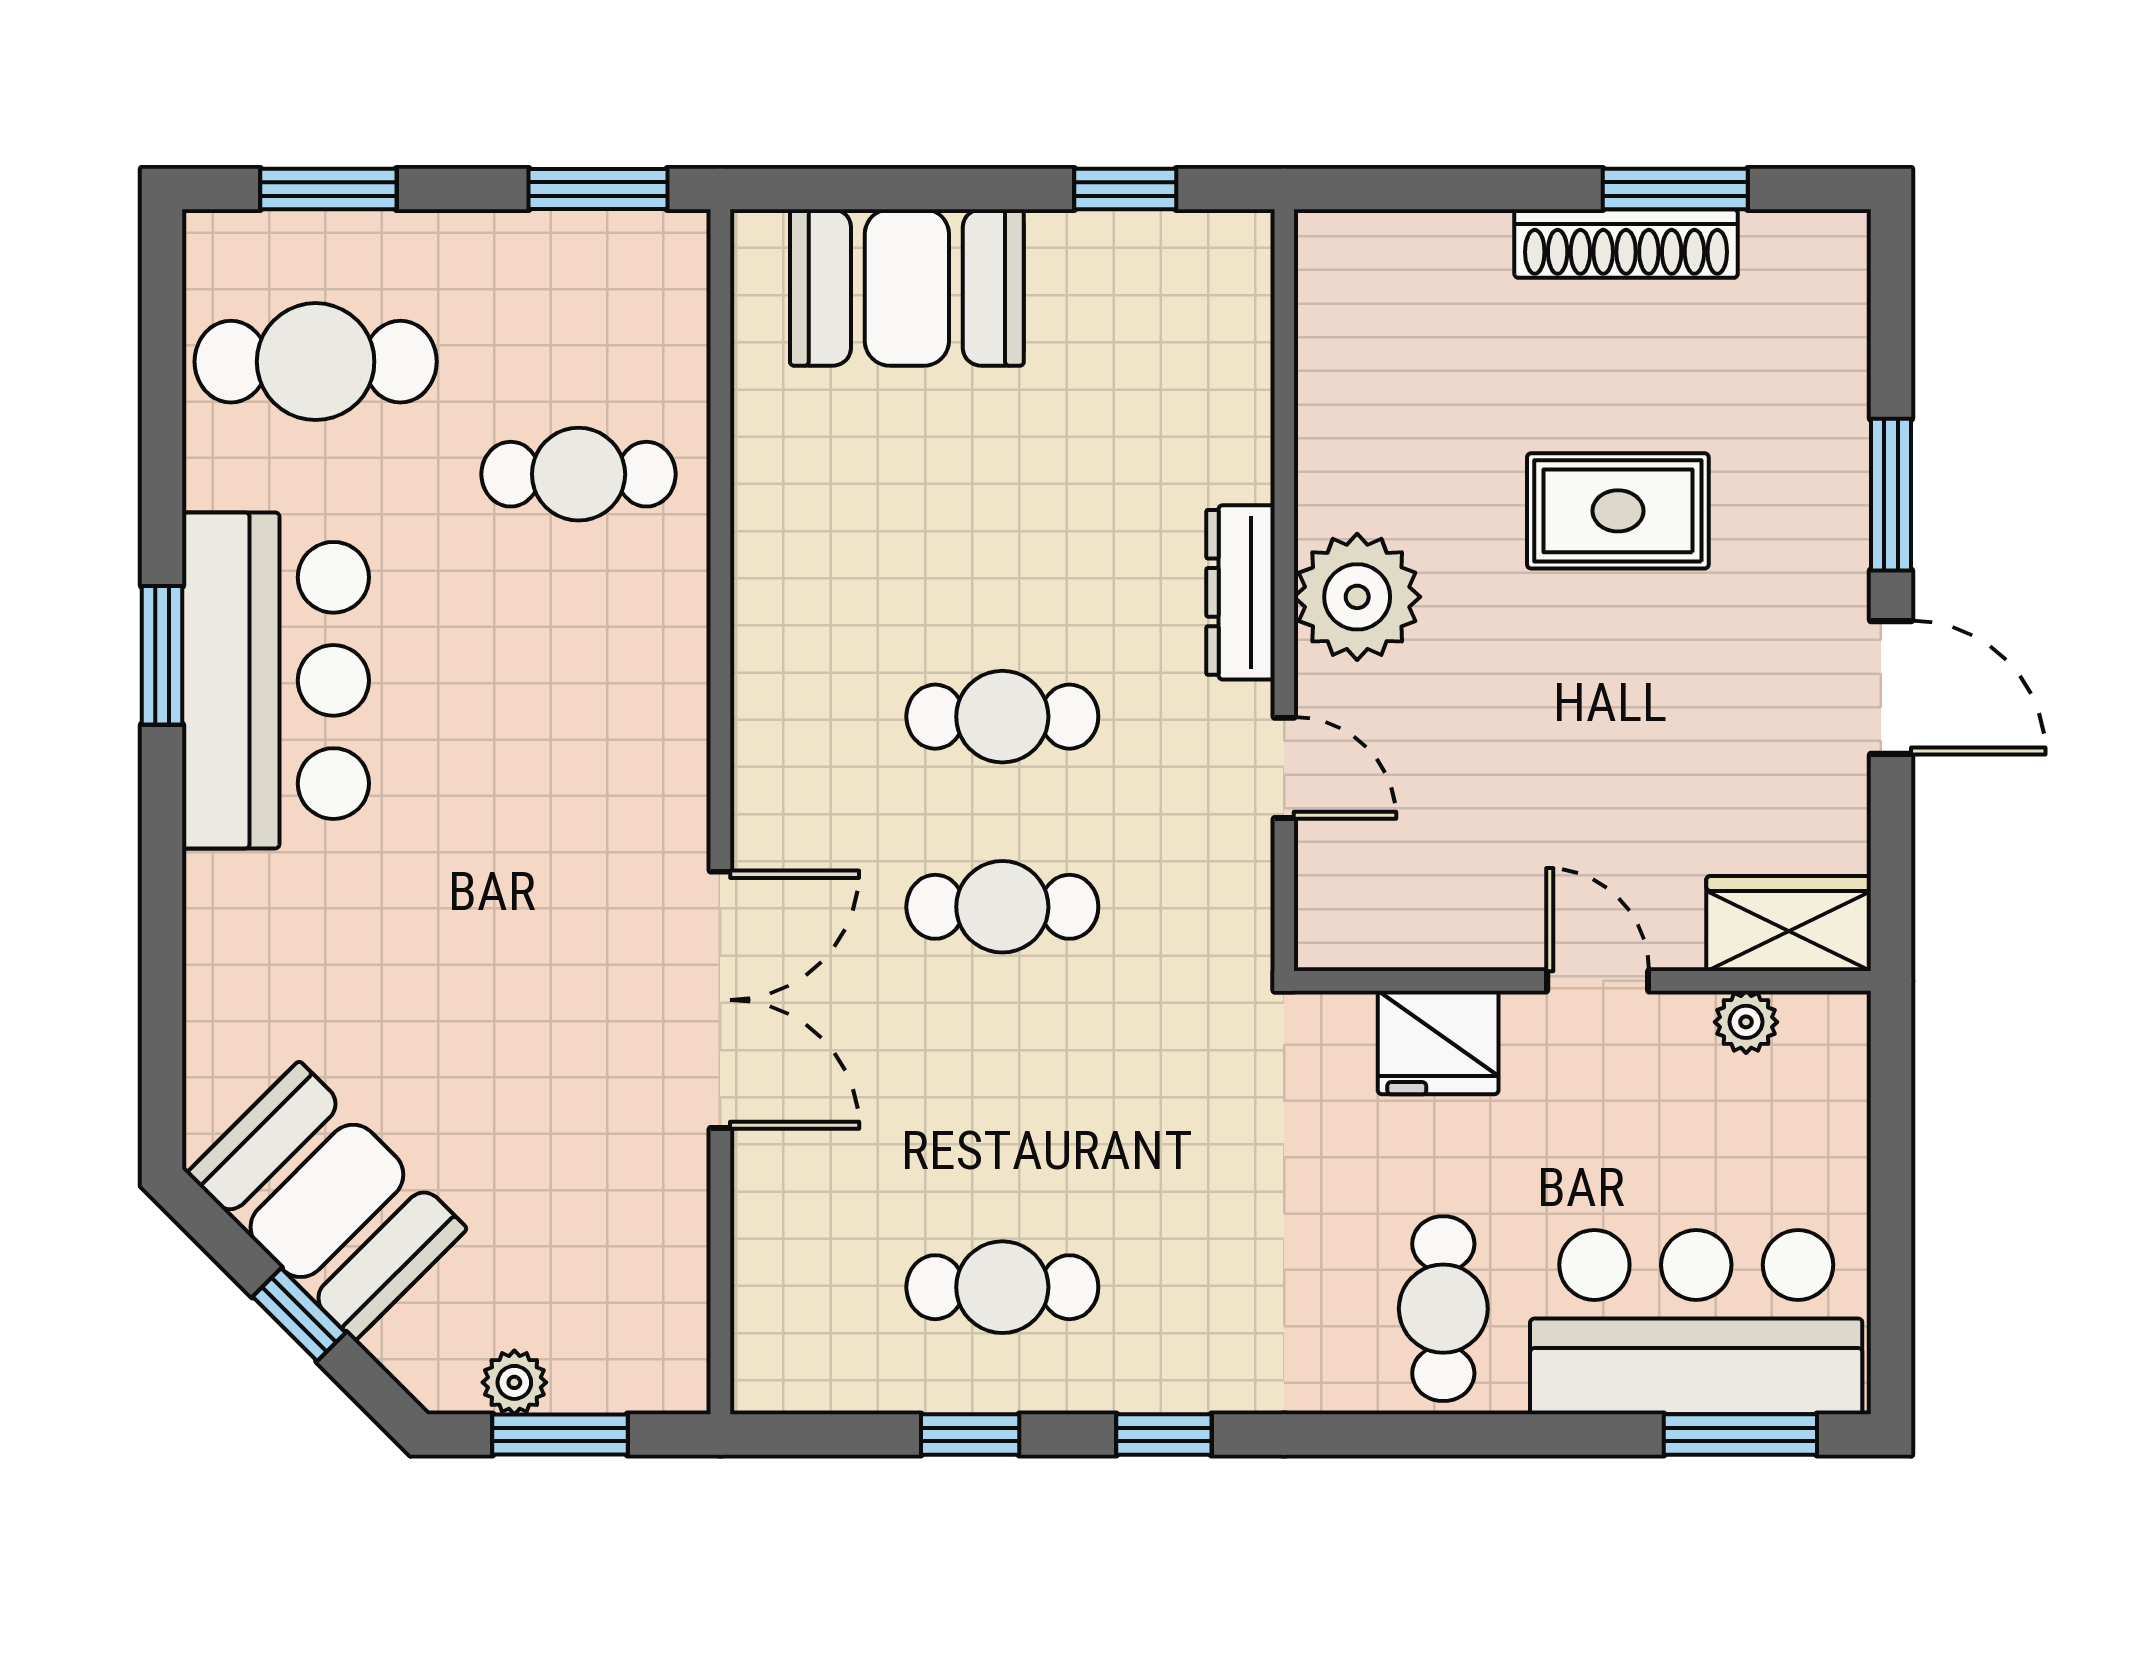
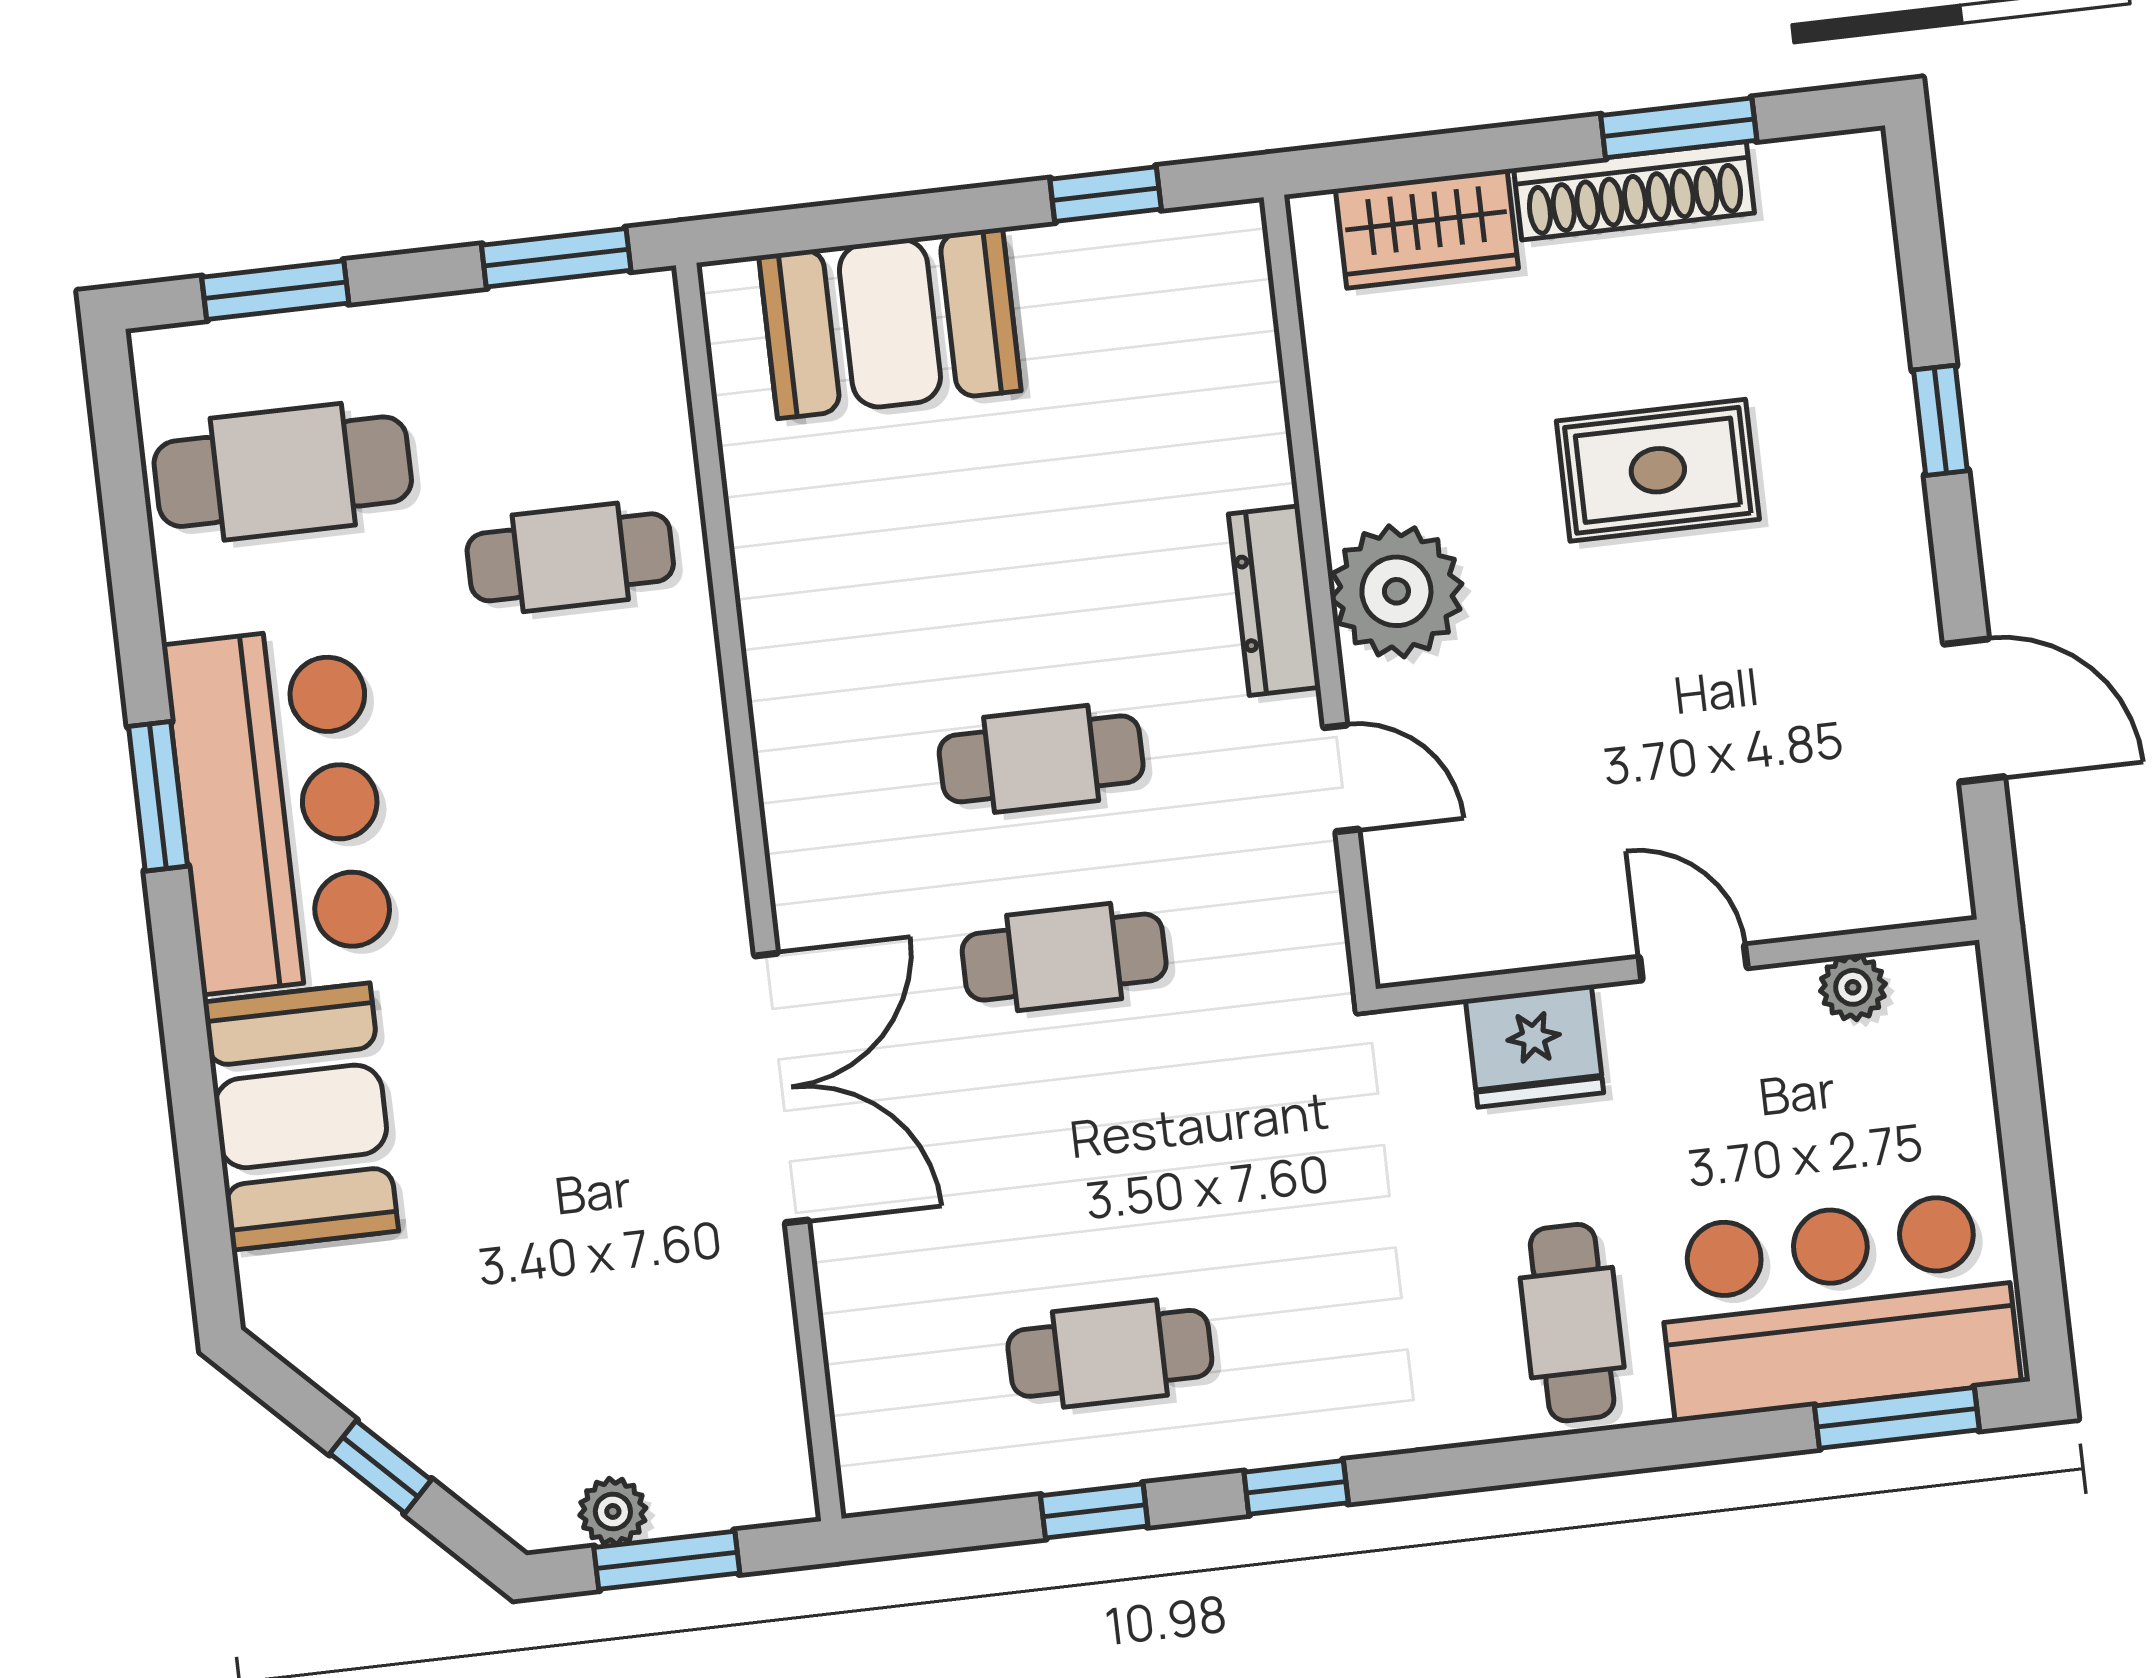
window: (1891, 495) -> (1940, 420), width x0.67
door: (1891, 688) -> (1974, 710), moved
wardrobe: (1789, 924) -> (1427, 229), moved, turned 180
booth: (327, 1201) -> (301, 1116), moved, turned 45

